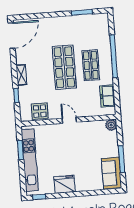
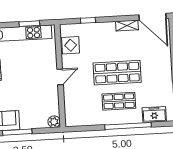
shelving: (21, 75) -> (127, 26), moved
freezer: (107, 96) -> (154, 115), moved

